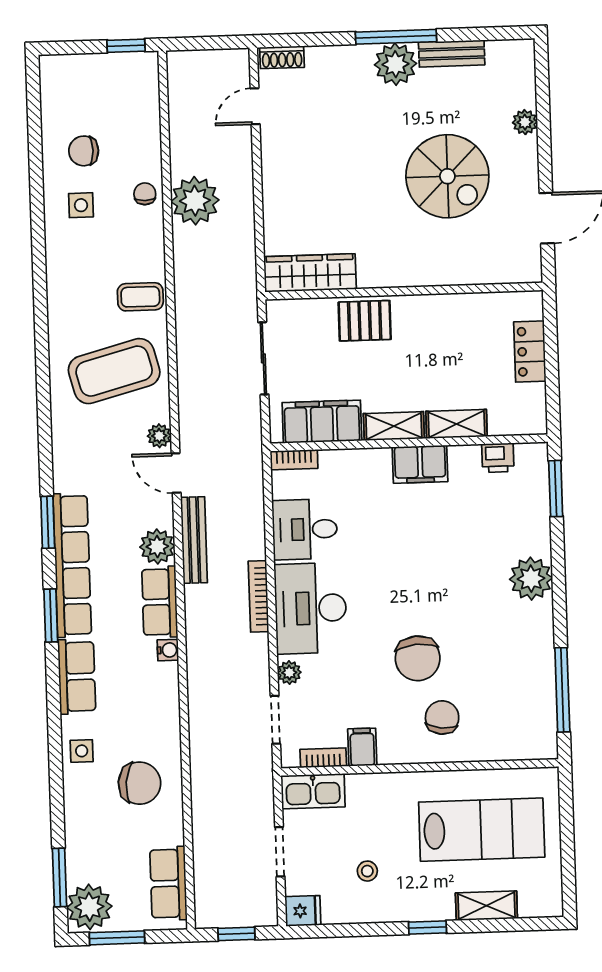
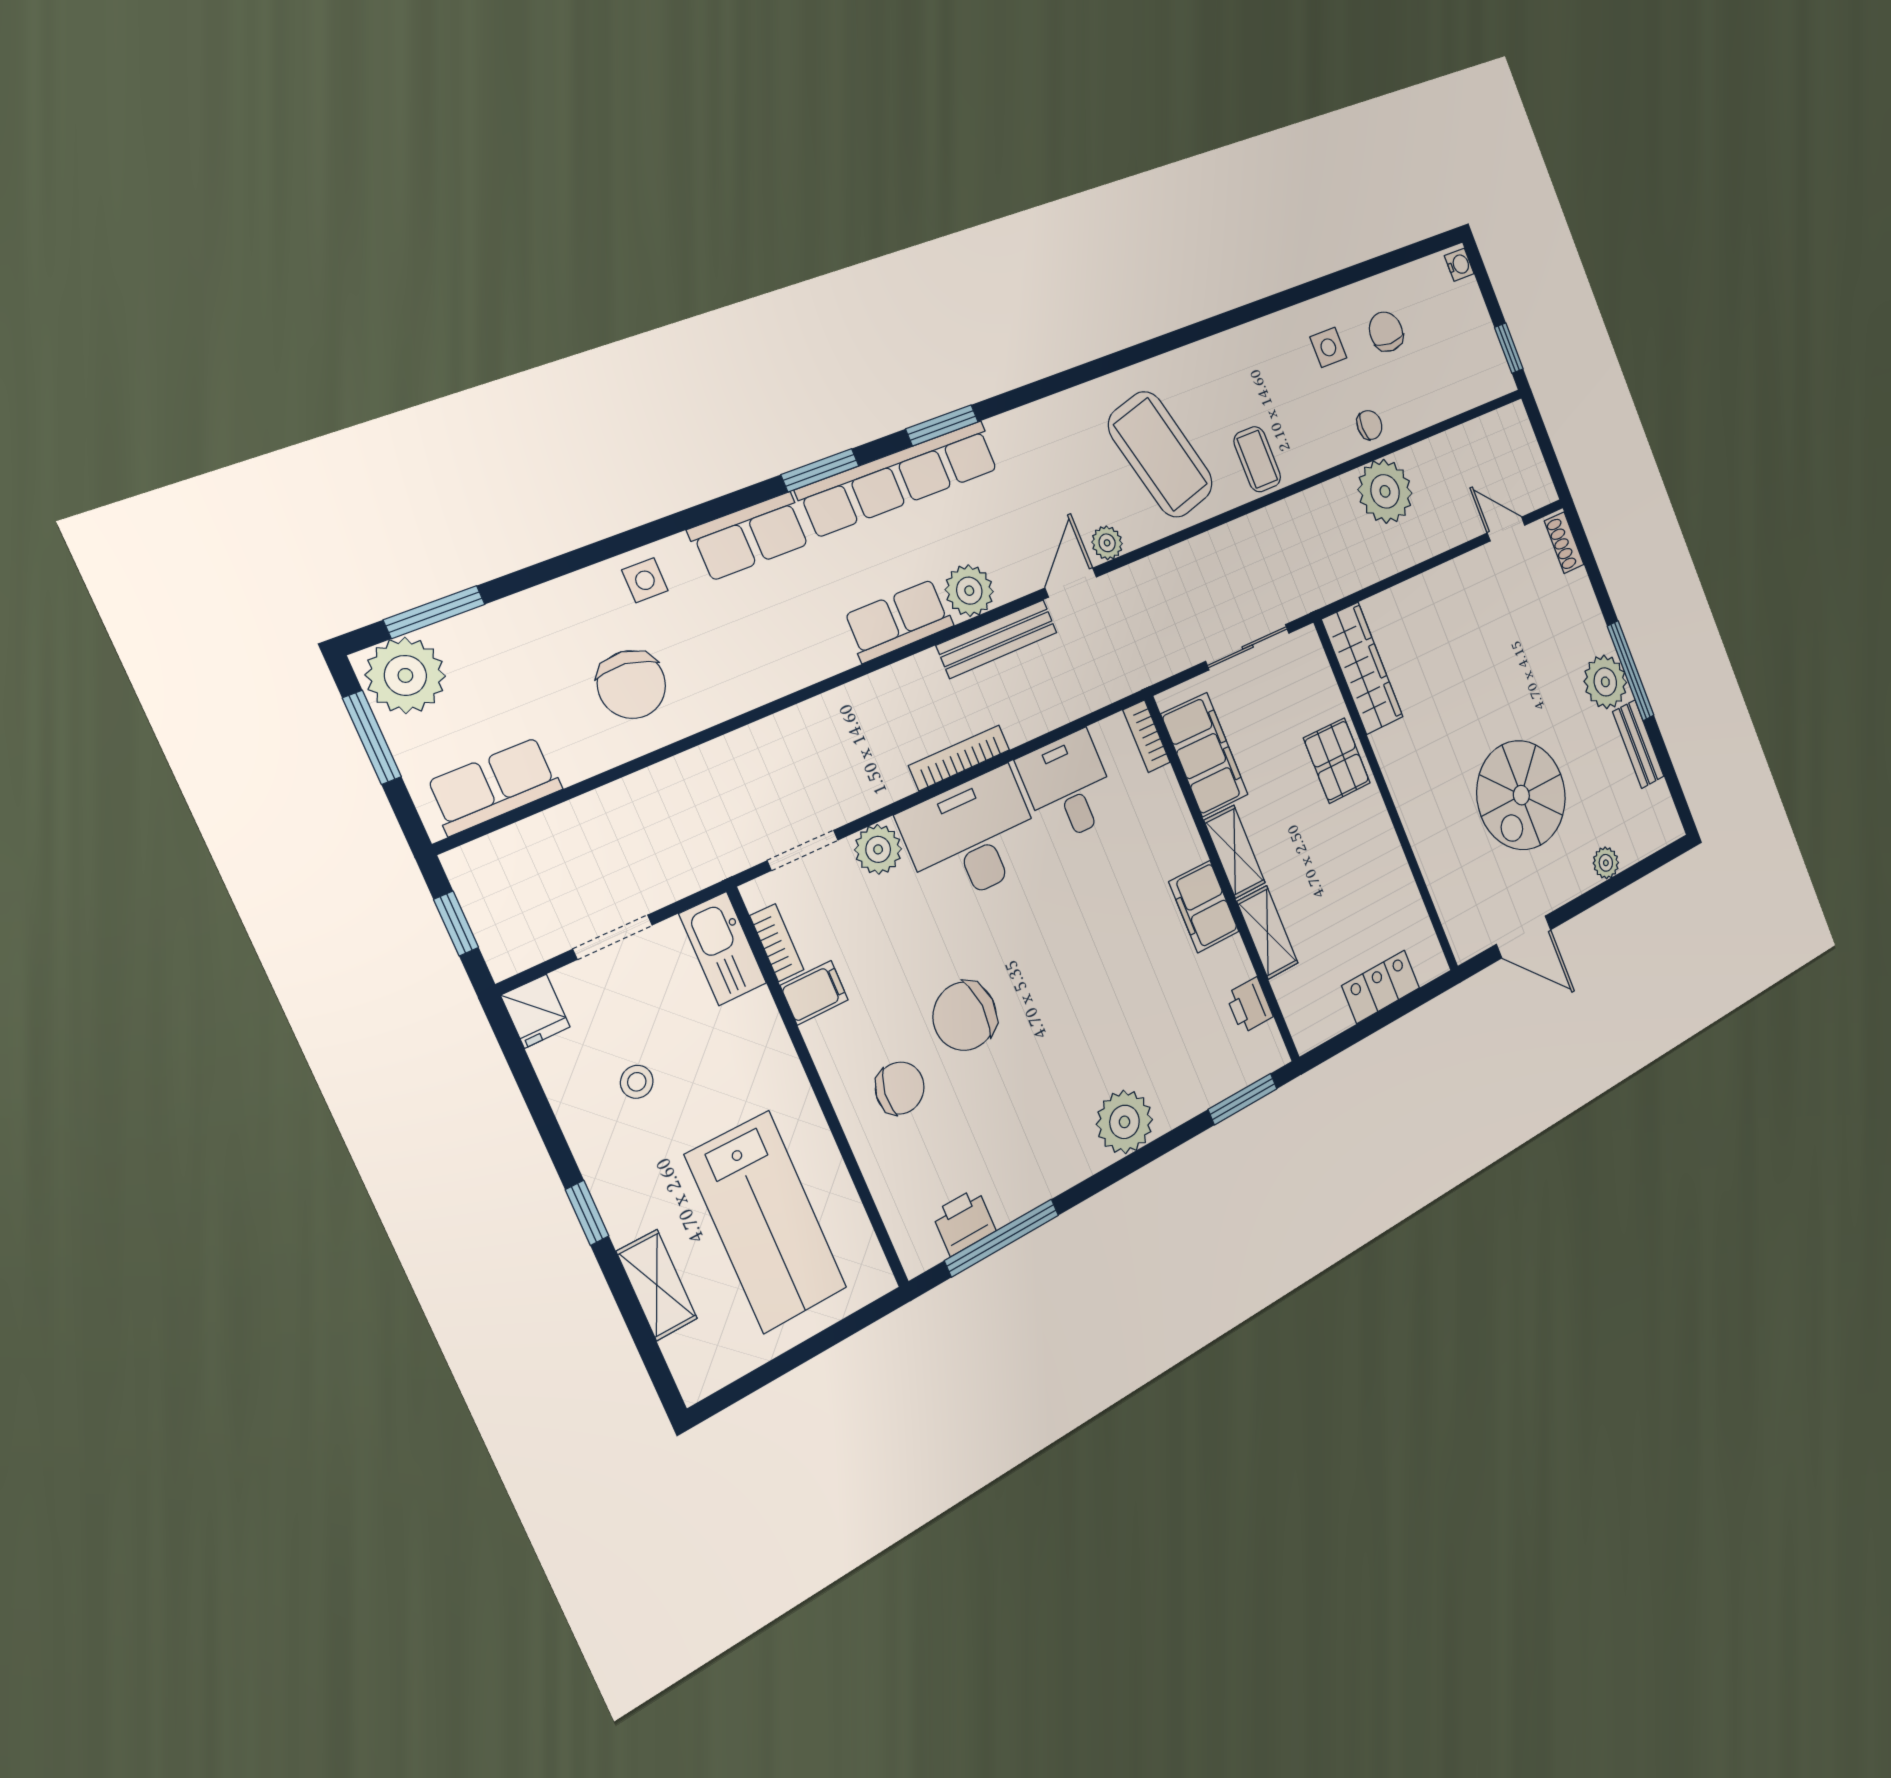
water cooler: (168, 650) -> (1459, 265), moved, turned -90
plant: (289, 673) -> (878, 849), width x1.38, depth x1.38
printer: (541, 710) -> (964, 1222), added

